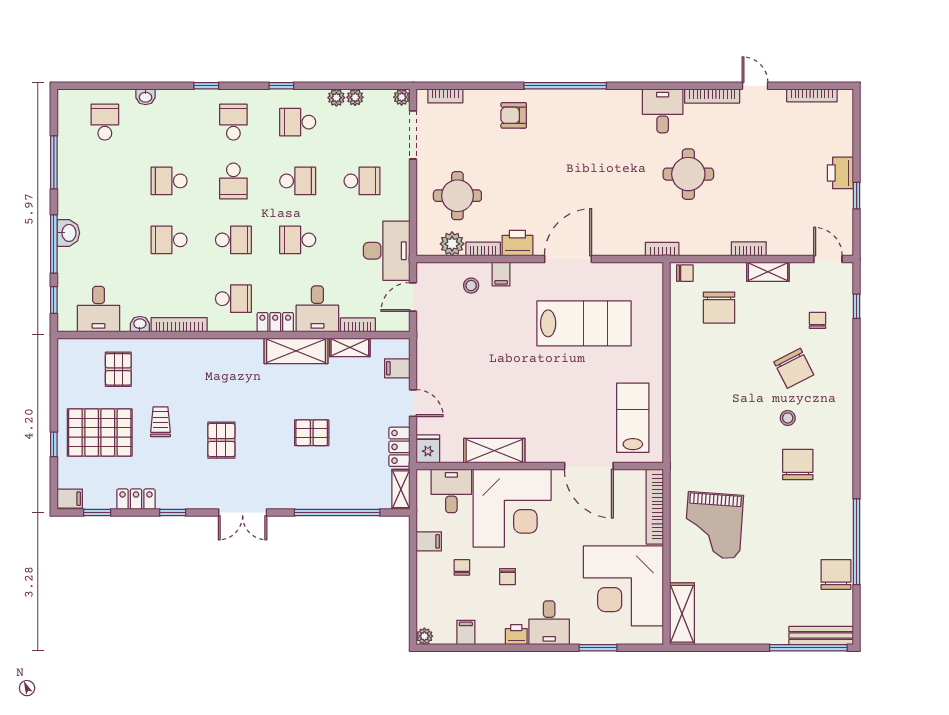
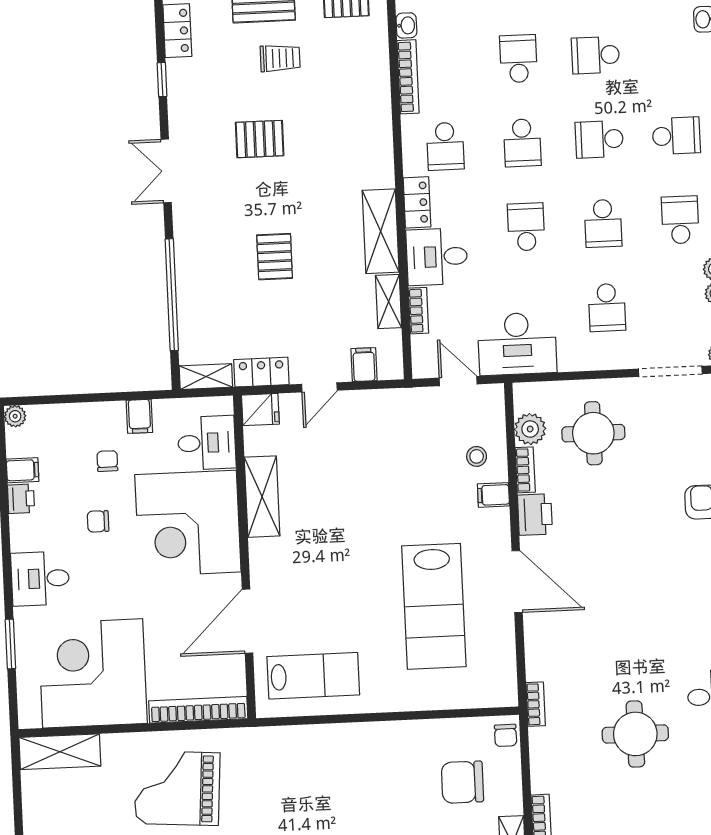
school desk: (169, 181) -> (595, 55), turned -90
chair: (462, 567) -> (107, 461), turned -90
printer: (516, 635) -> (21, 499), moved

